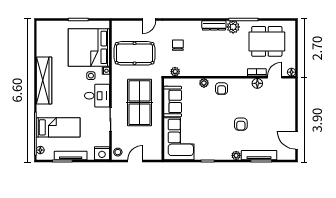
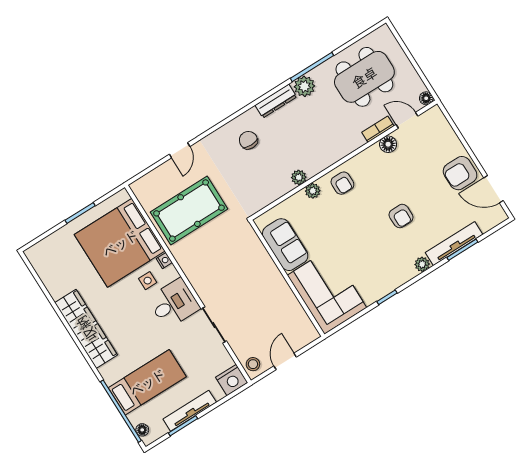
chair: (178, 45) -> (248, 140), moved
plant: (175, 72) -> (299, 177), moved
door: (275, 77) -> (407, 120), hinge flipped
table tennis table: (140, 103) -> (240, 275), removed
armchair: (285, 121) -> (460, 173), added

